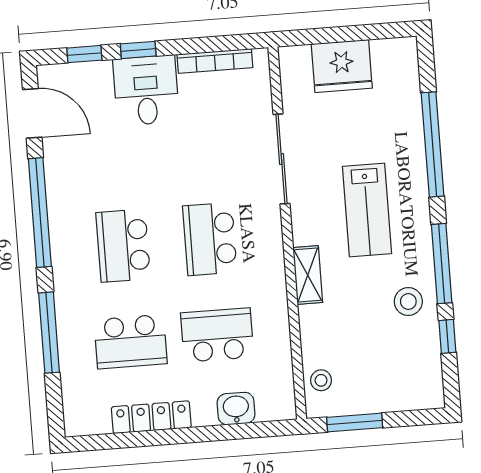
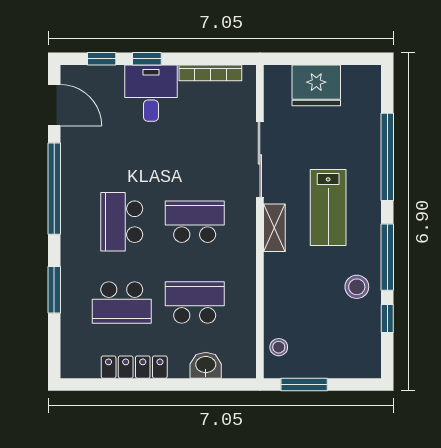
school desk: (210, 239) -> (195, 222), turned 90
shelving: (308, 275) -> (274, 228), moved
window: (49, 333) -> (54, 290), width x0.69

